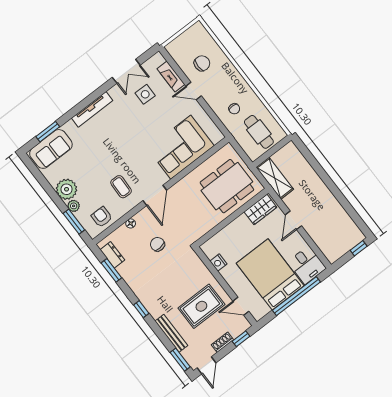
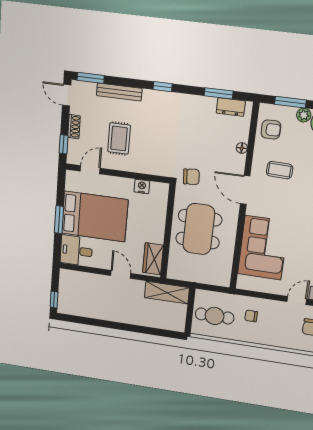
dining table: (227, 186) -> (199, 229), moved
chair: (157, 244) -> (191, 177), moved
window: (296, 296) -> (59, 220), width x0.47
rug: (201, 306) -> (119, 139), width x0.73, depth x0.70

